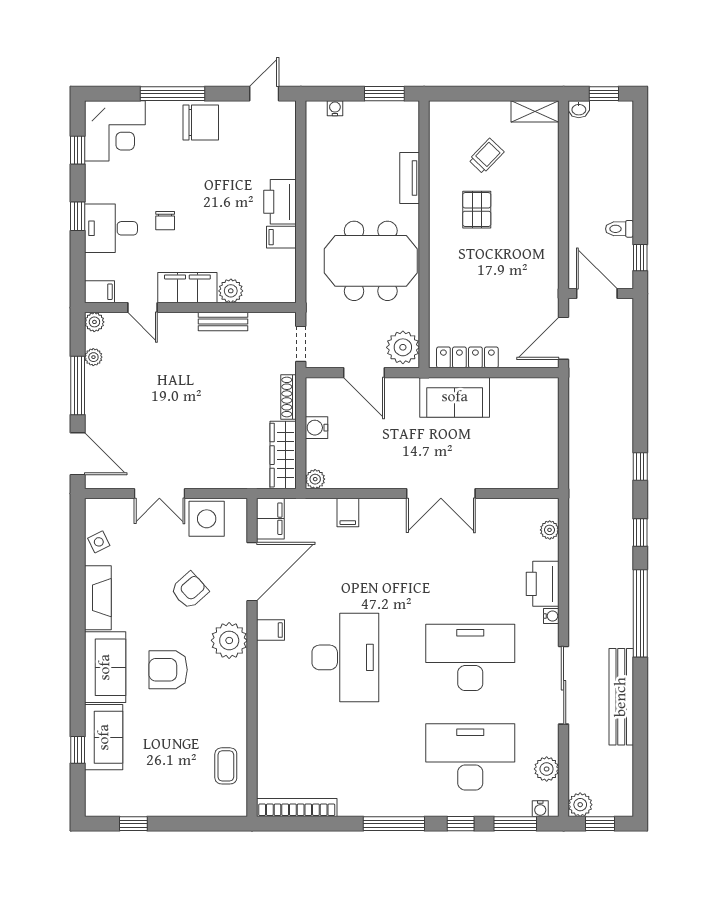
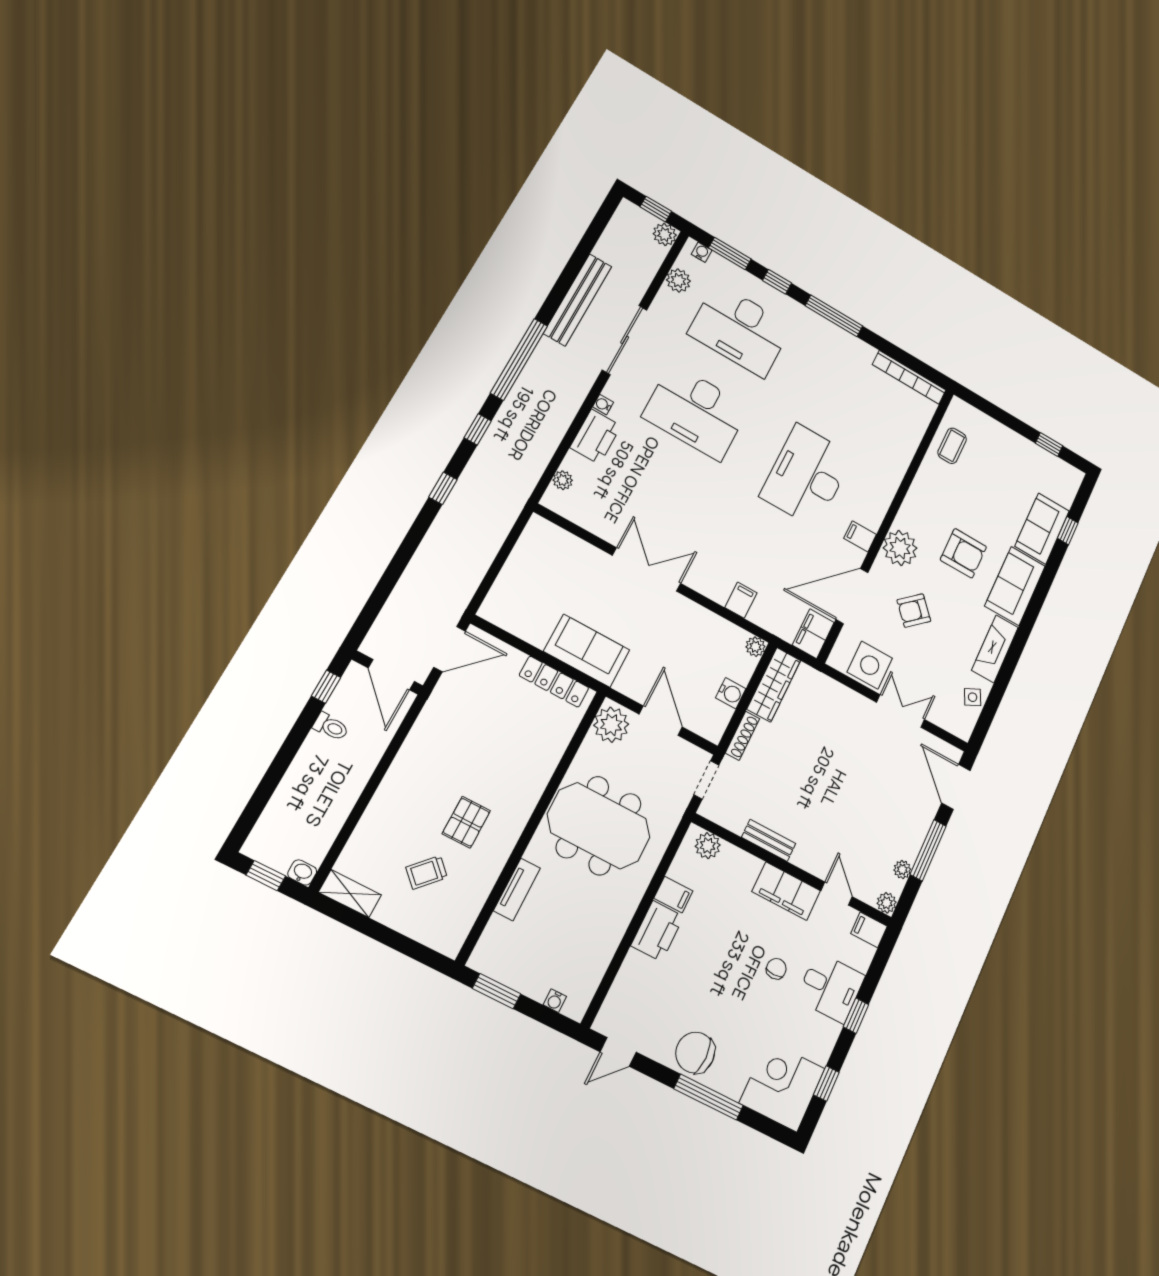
plant: (231, 291) -> (708, 846), moved

